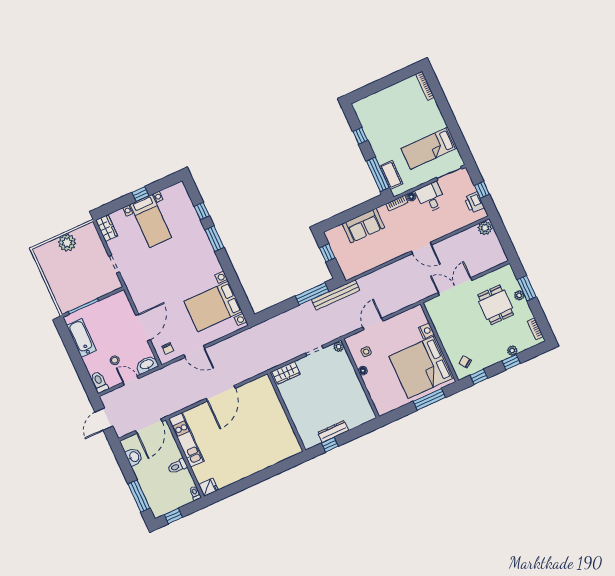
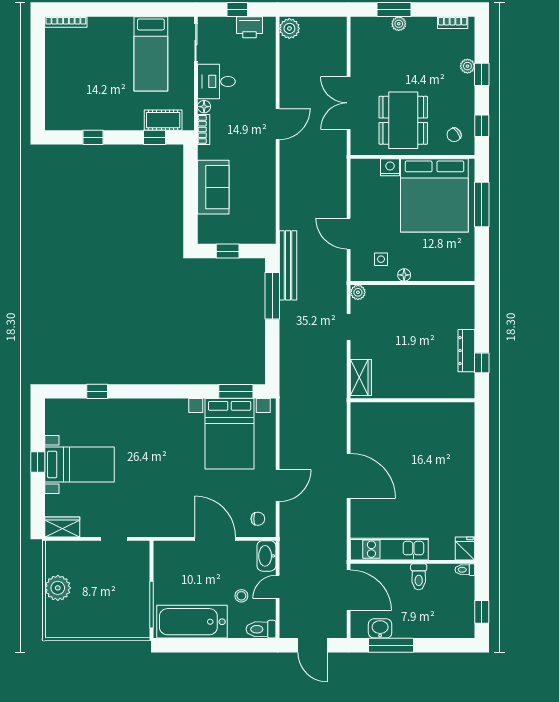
window: (378, 174) -> (154, 137), width x0.46
window: (214, 239) -> (236, 391), moved
dining table: (496, 305) -> (403, 120), moved, width x1.38
bathtub: (81, 338) -> (192, 622), width x1.36, depth x1.36
window: (139, 496) -> (391, 645), moved

